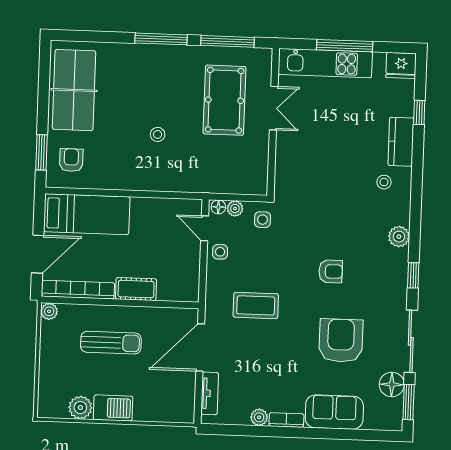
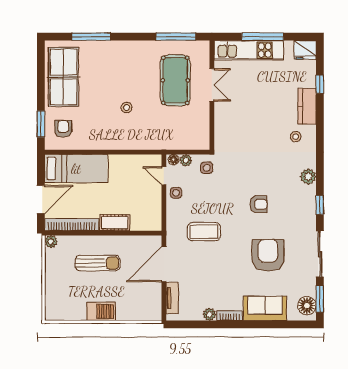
window: (161, 39) -> (91, 37), moved
floor lamp: (392, 384) -> (307, 306), moved
plant: (80, 408) -> (77, 312), removed

